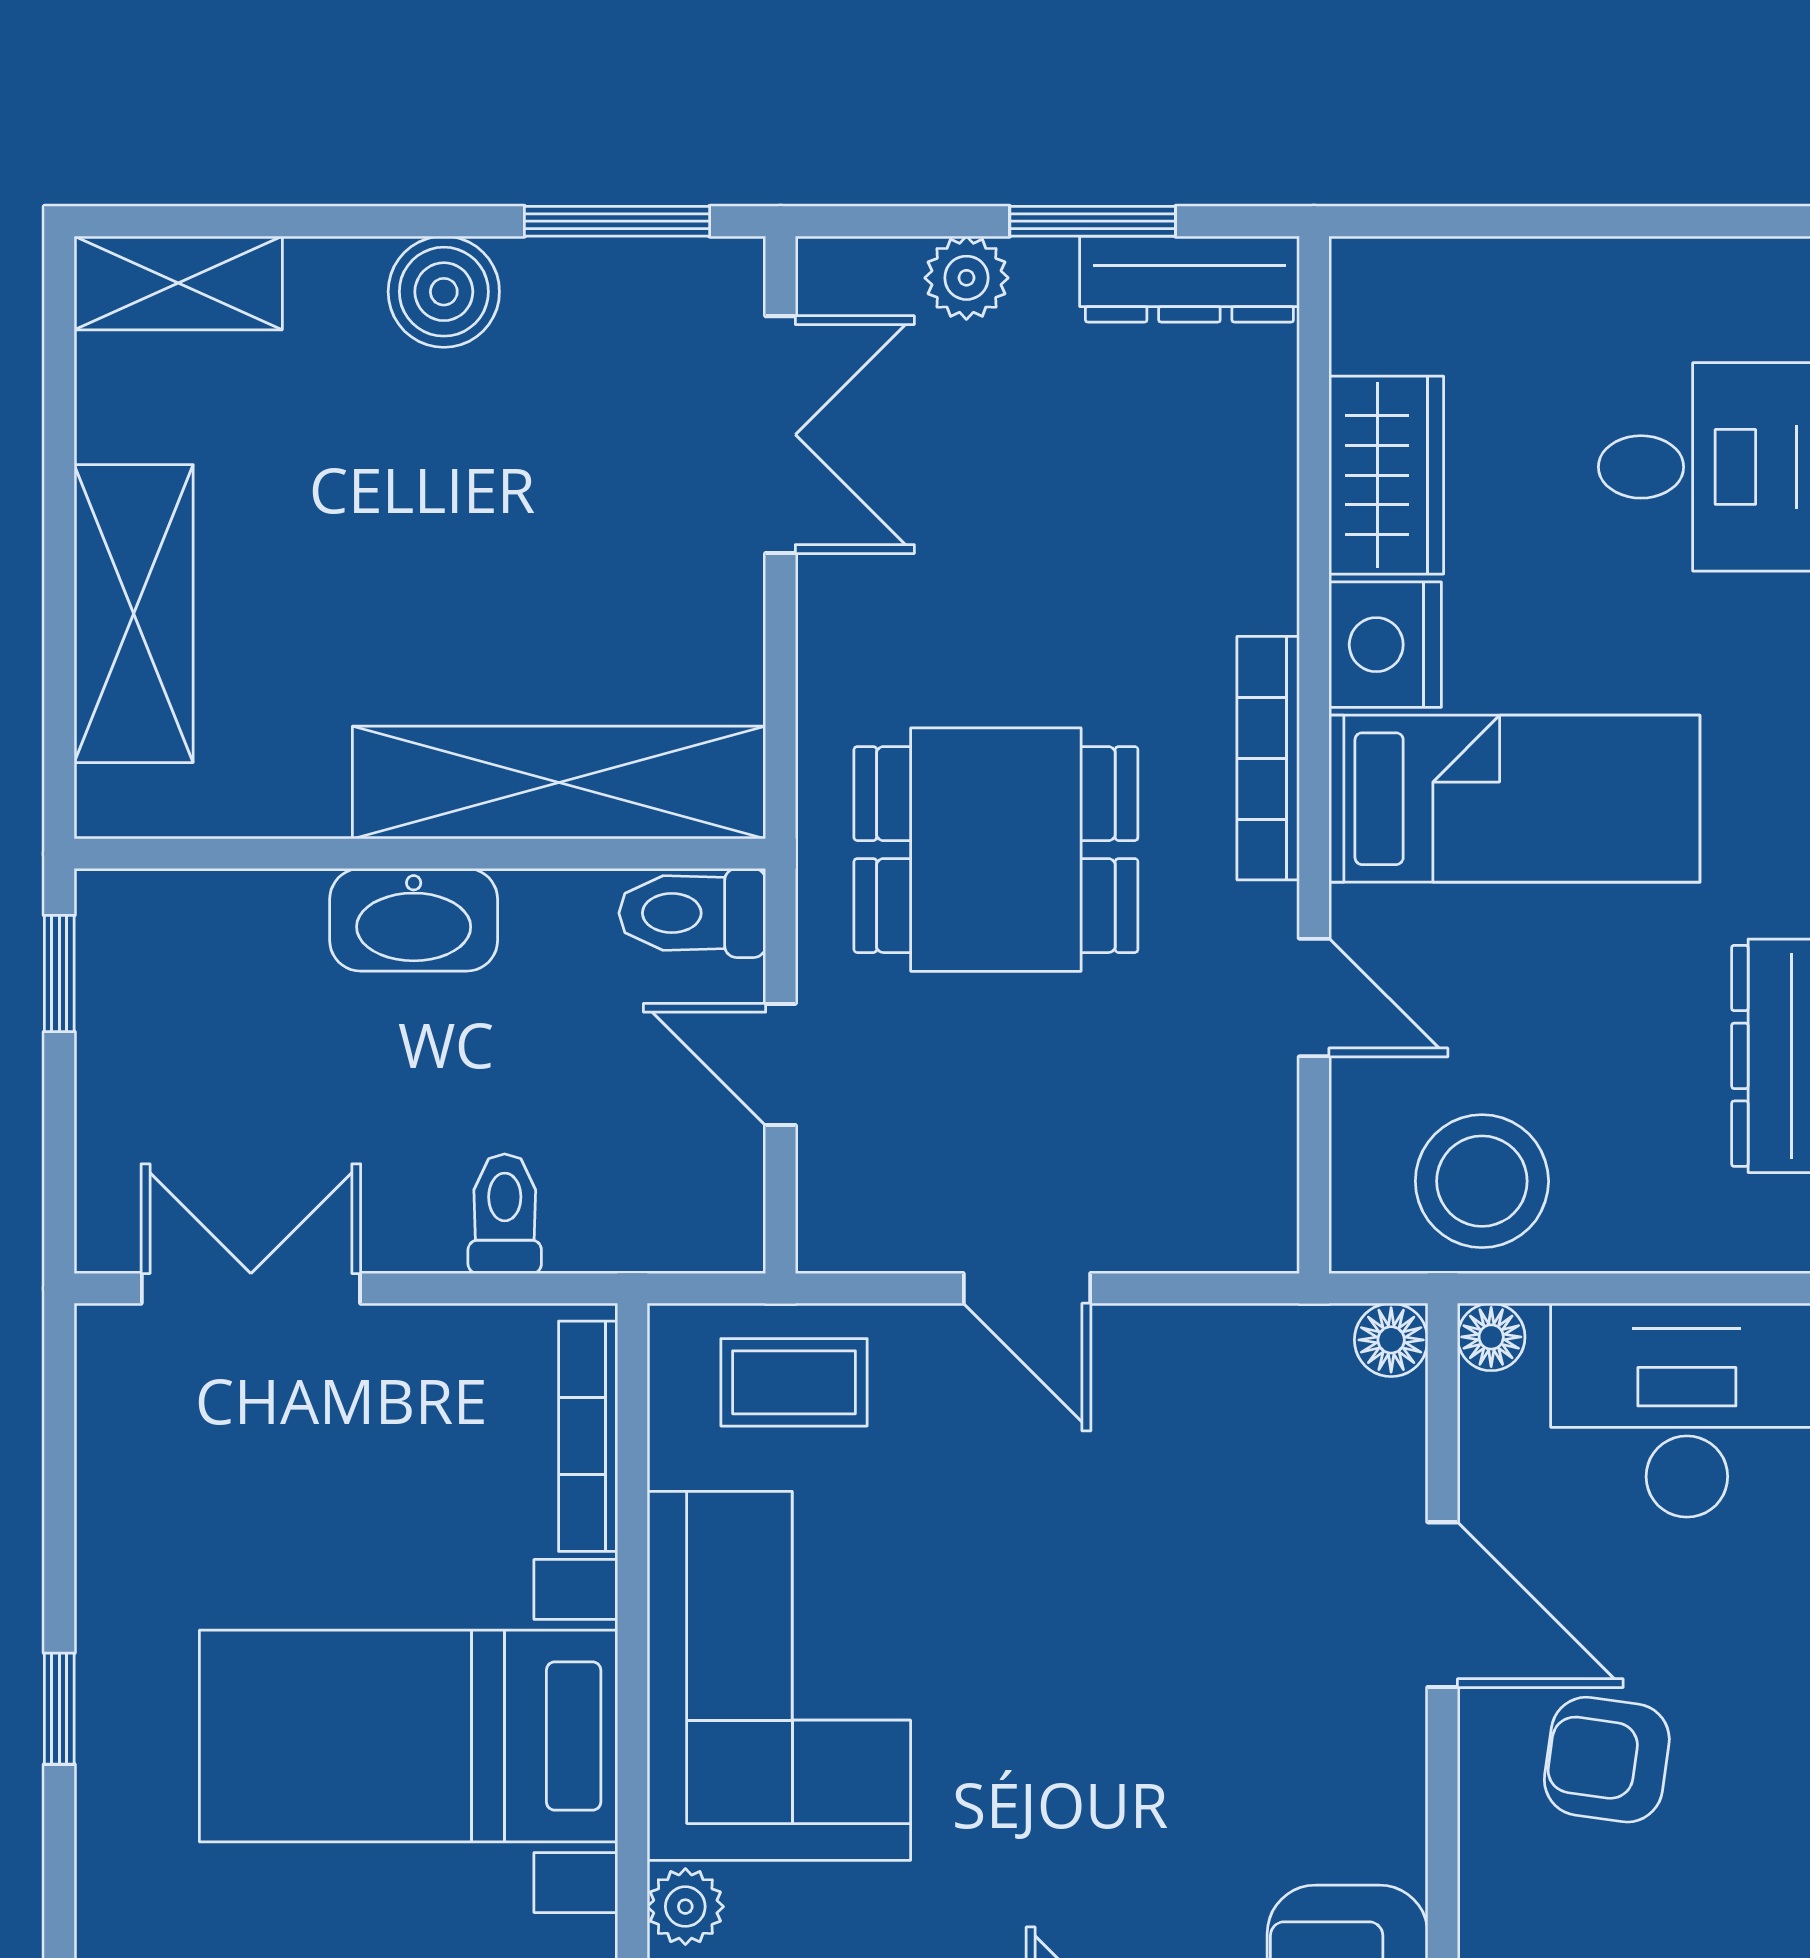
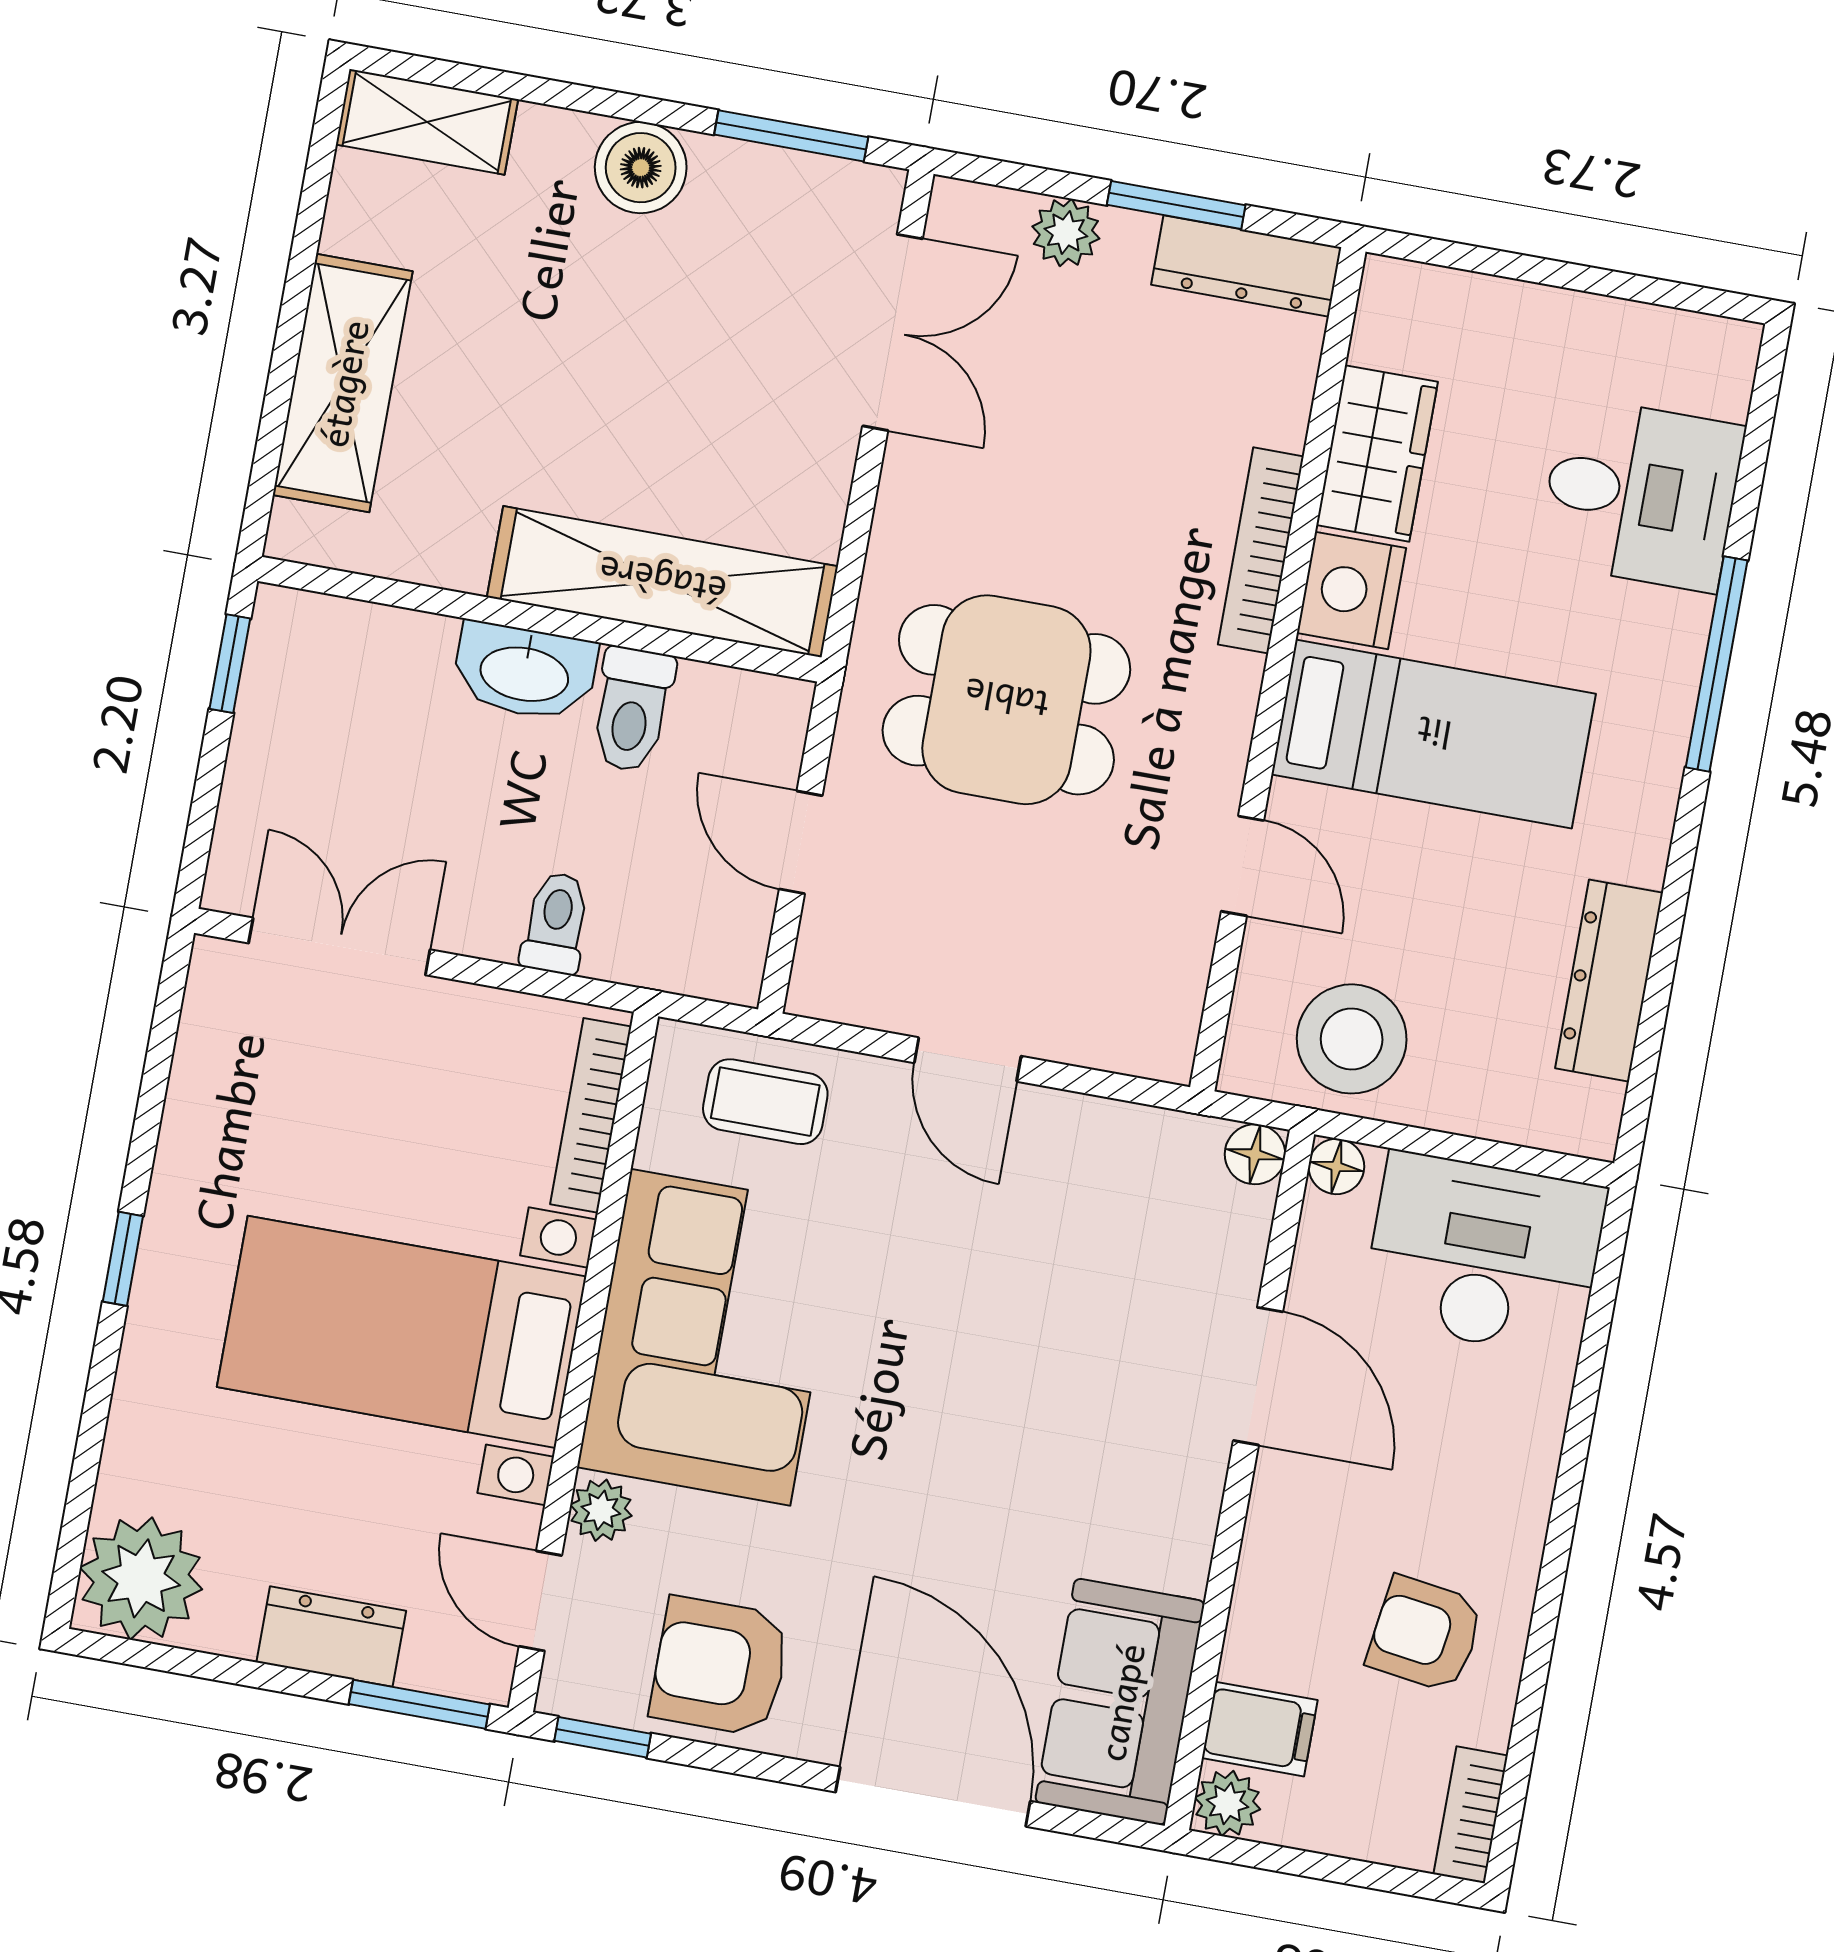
bookcase: (1268, 758) -> (1261, 550), moved
toilet: (692, 913) -> (632, 709), moved, turned -90
armchair: (1607, 1760) -> (1425, 1634), moved

